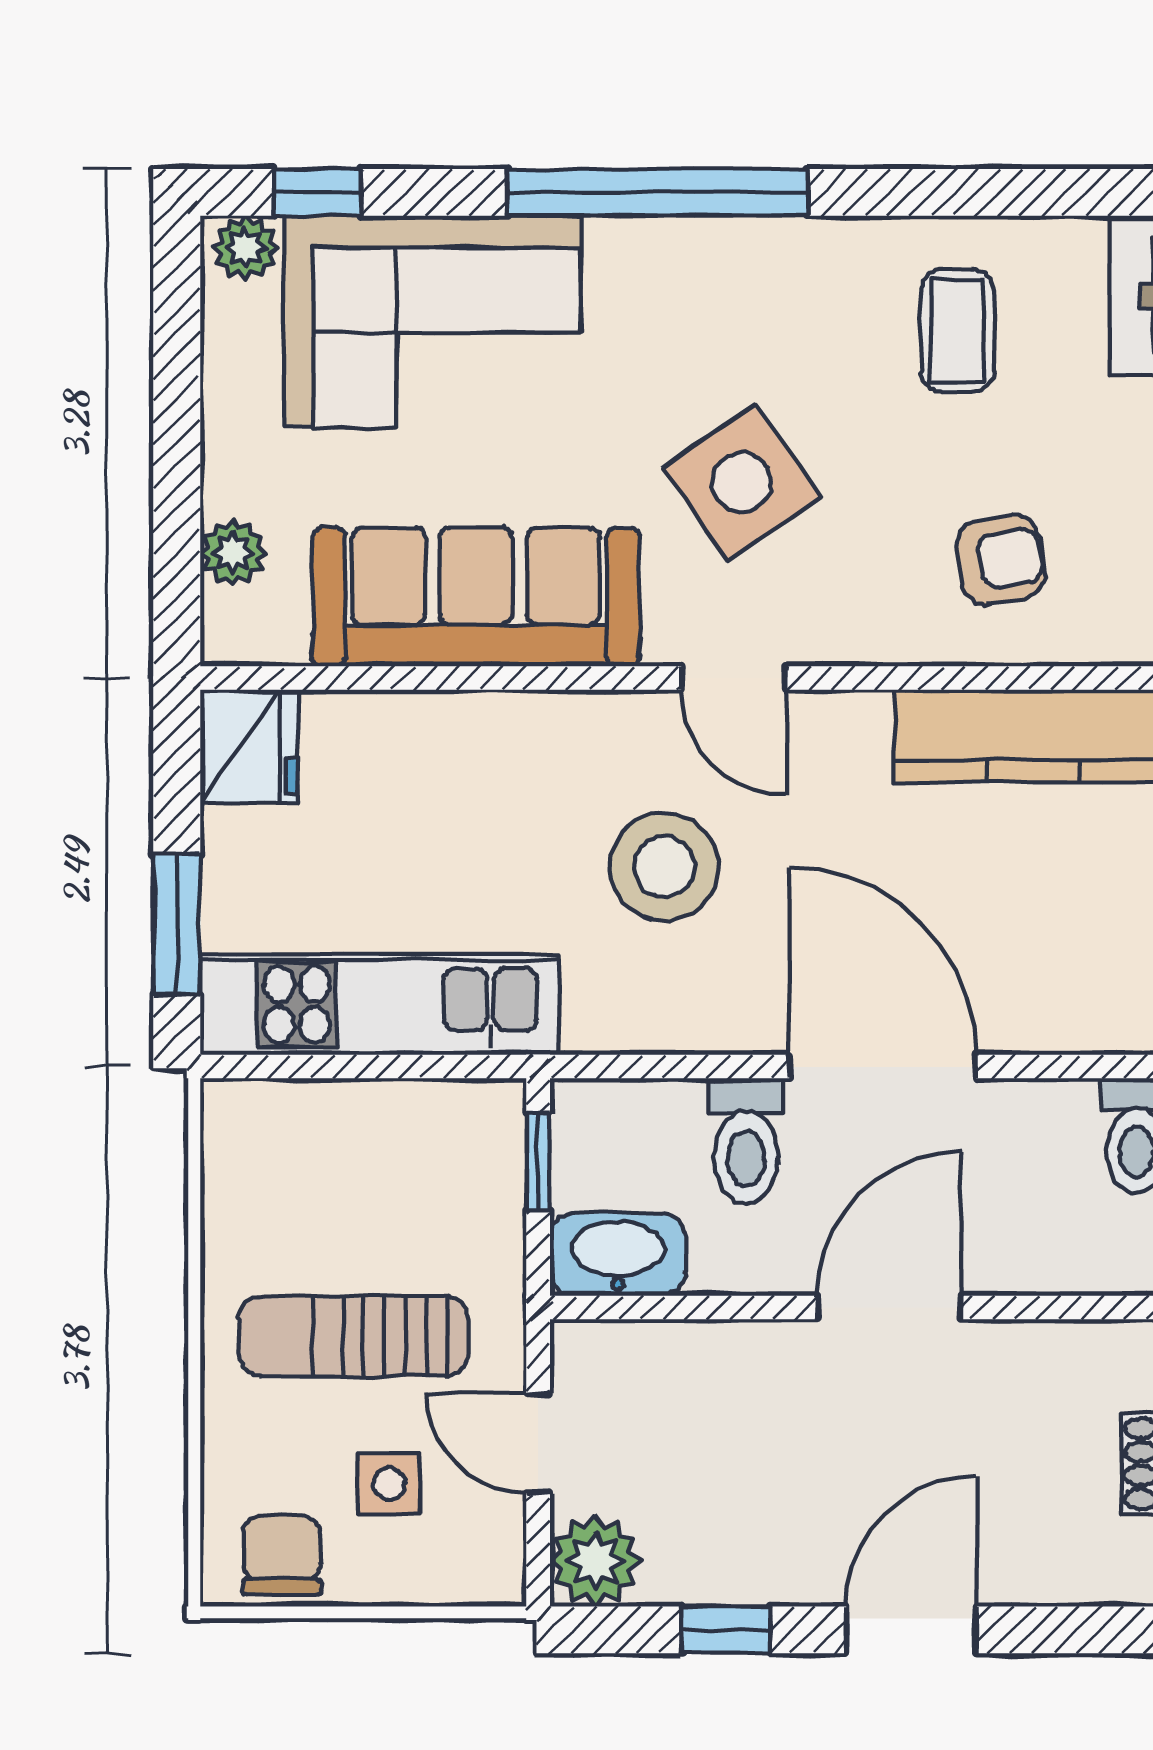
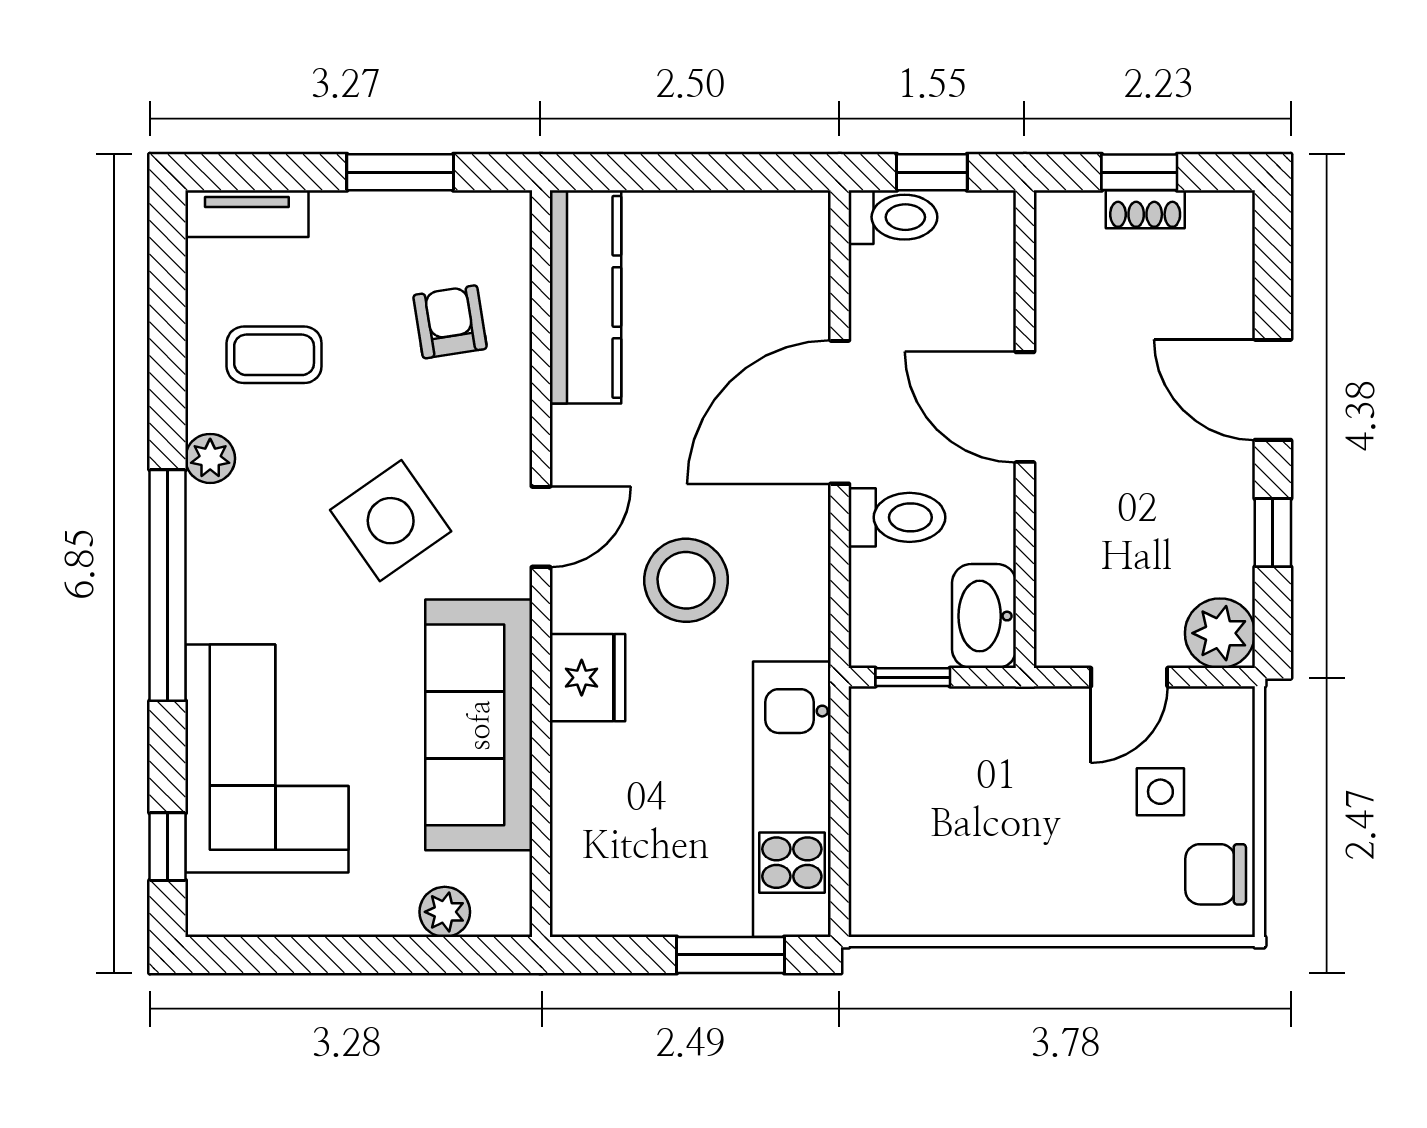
plant: (246, 248) -> (210, 458), moved
fridge: (249, 746) -> (588, 678), moved, turned 90
sun lounger: (354, 1336) -> (1047, 819), removed

